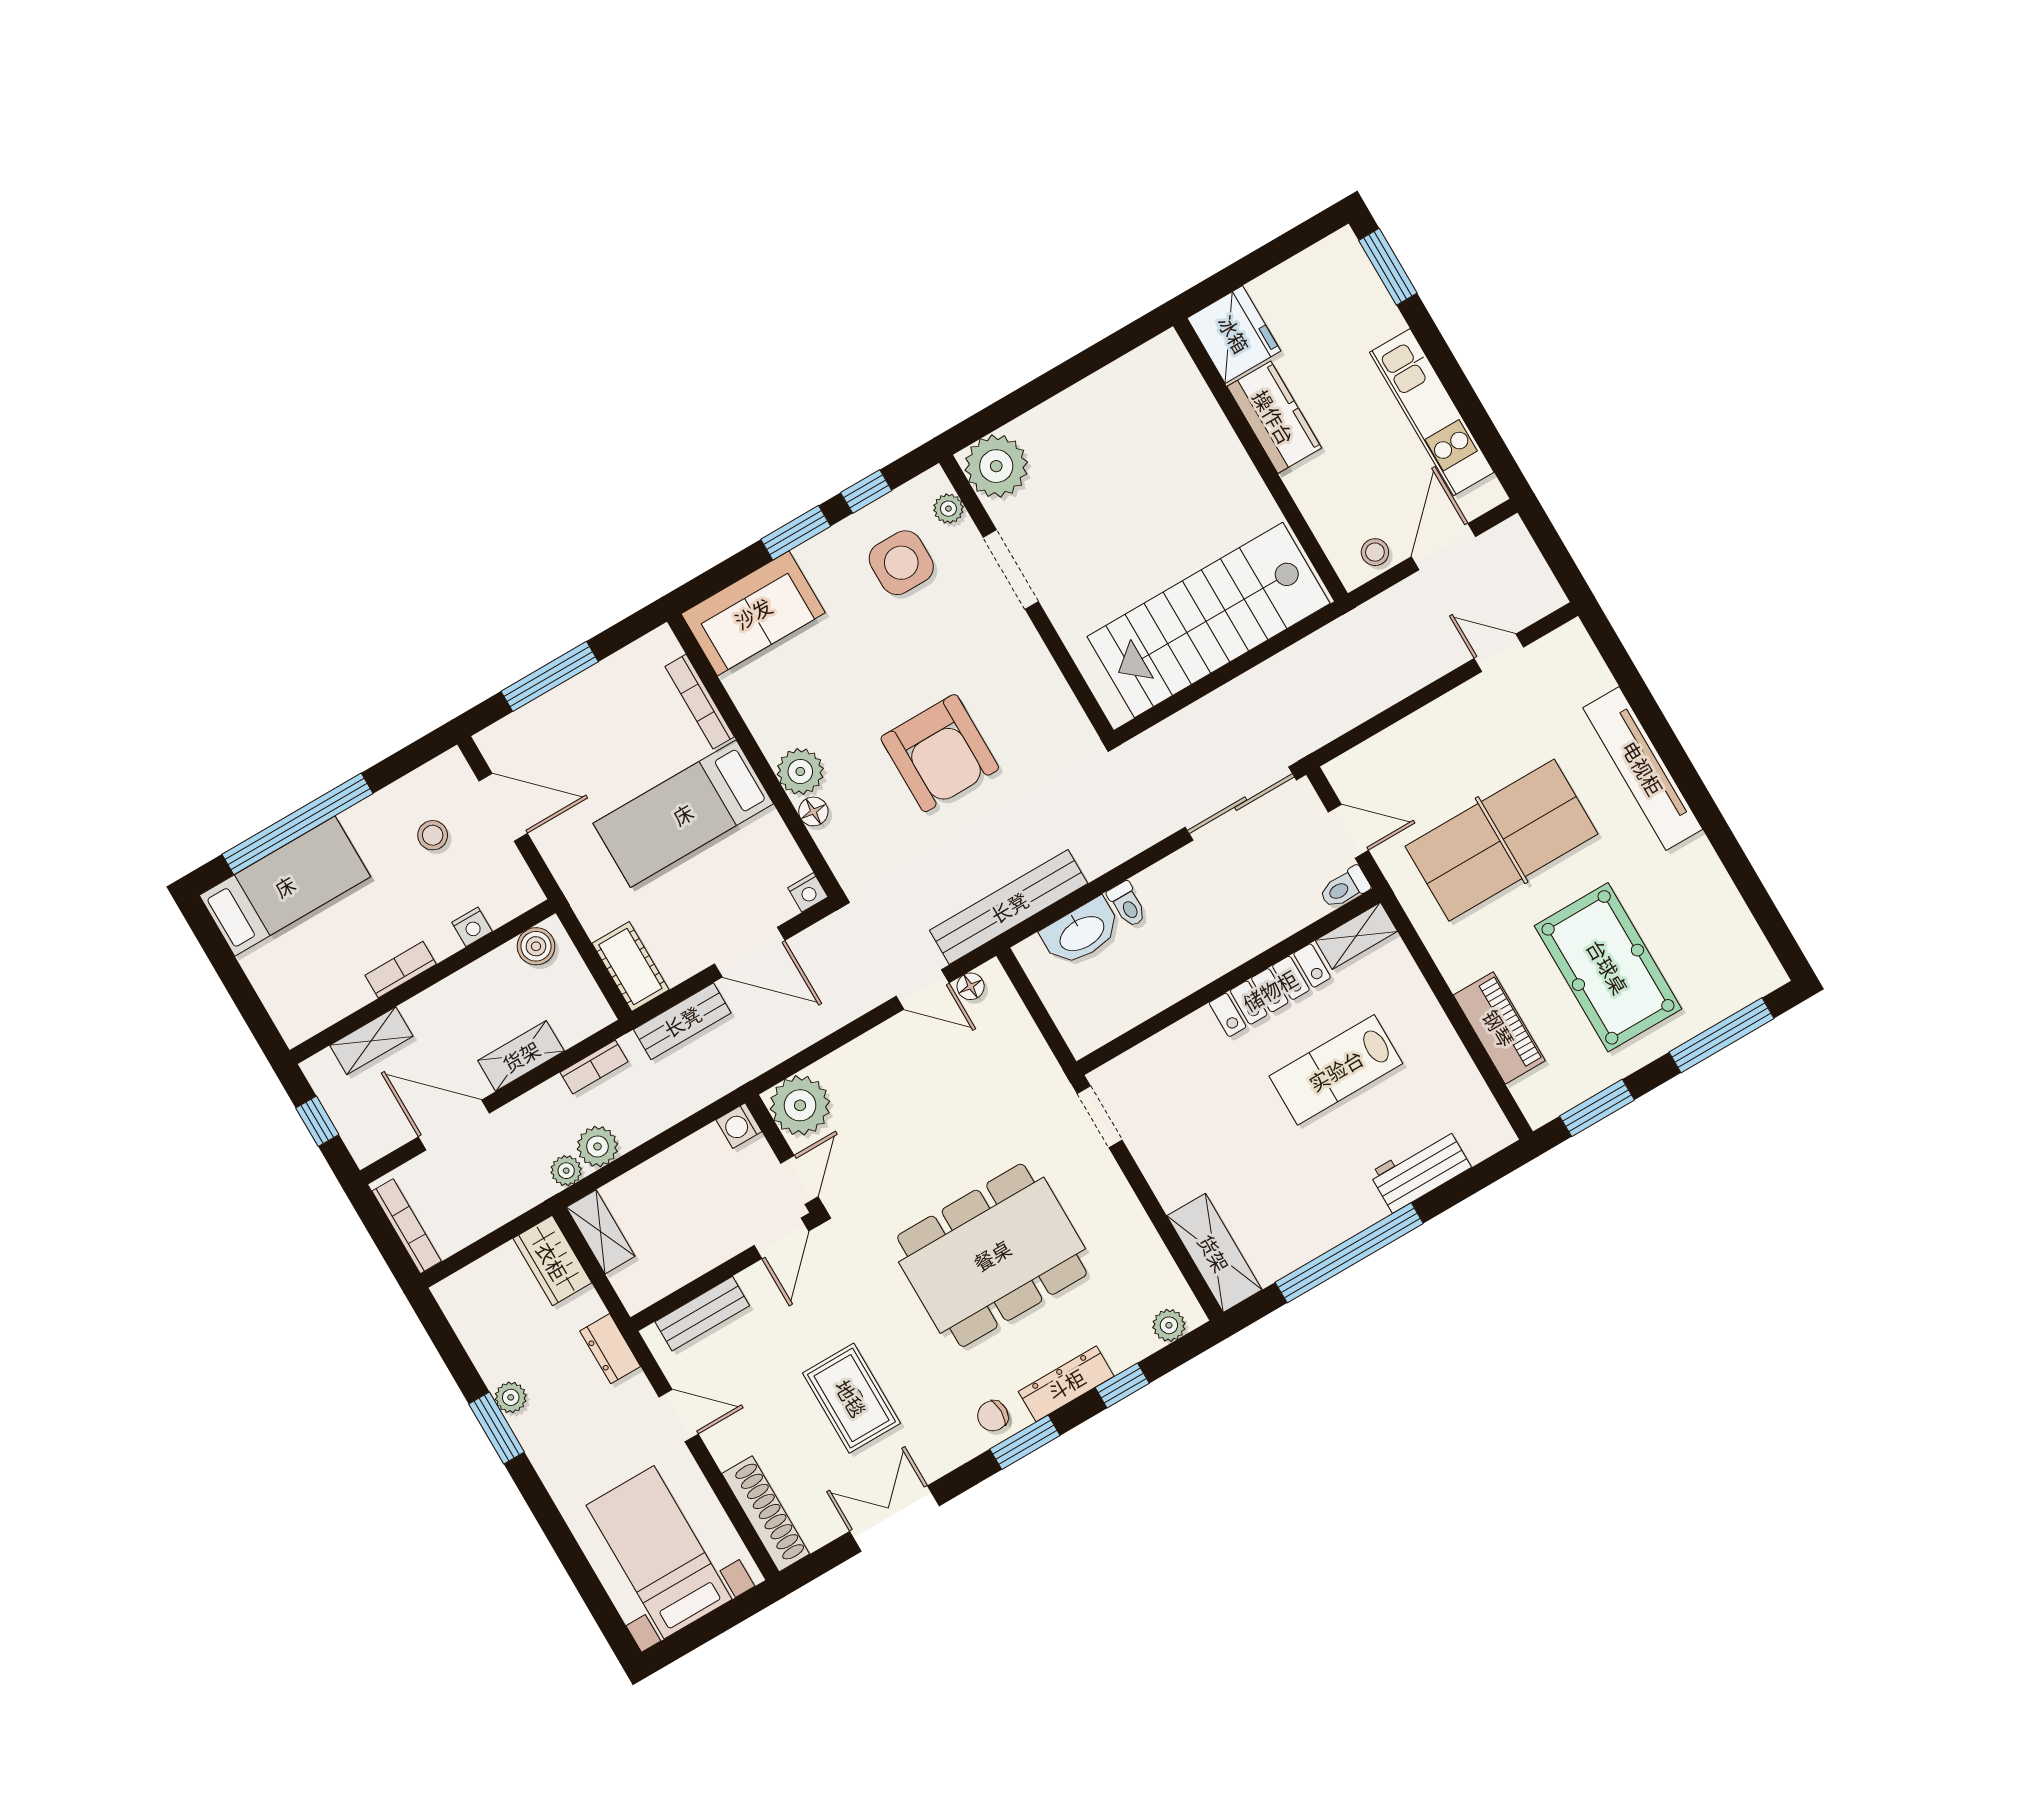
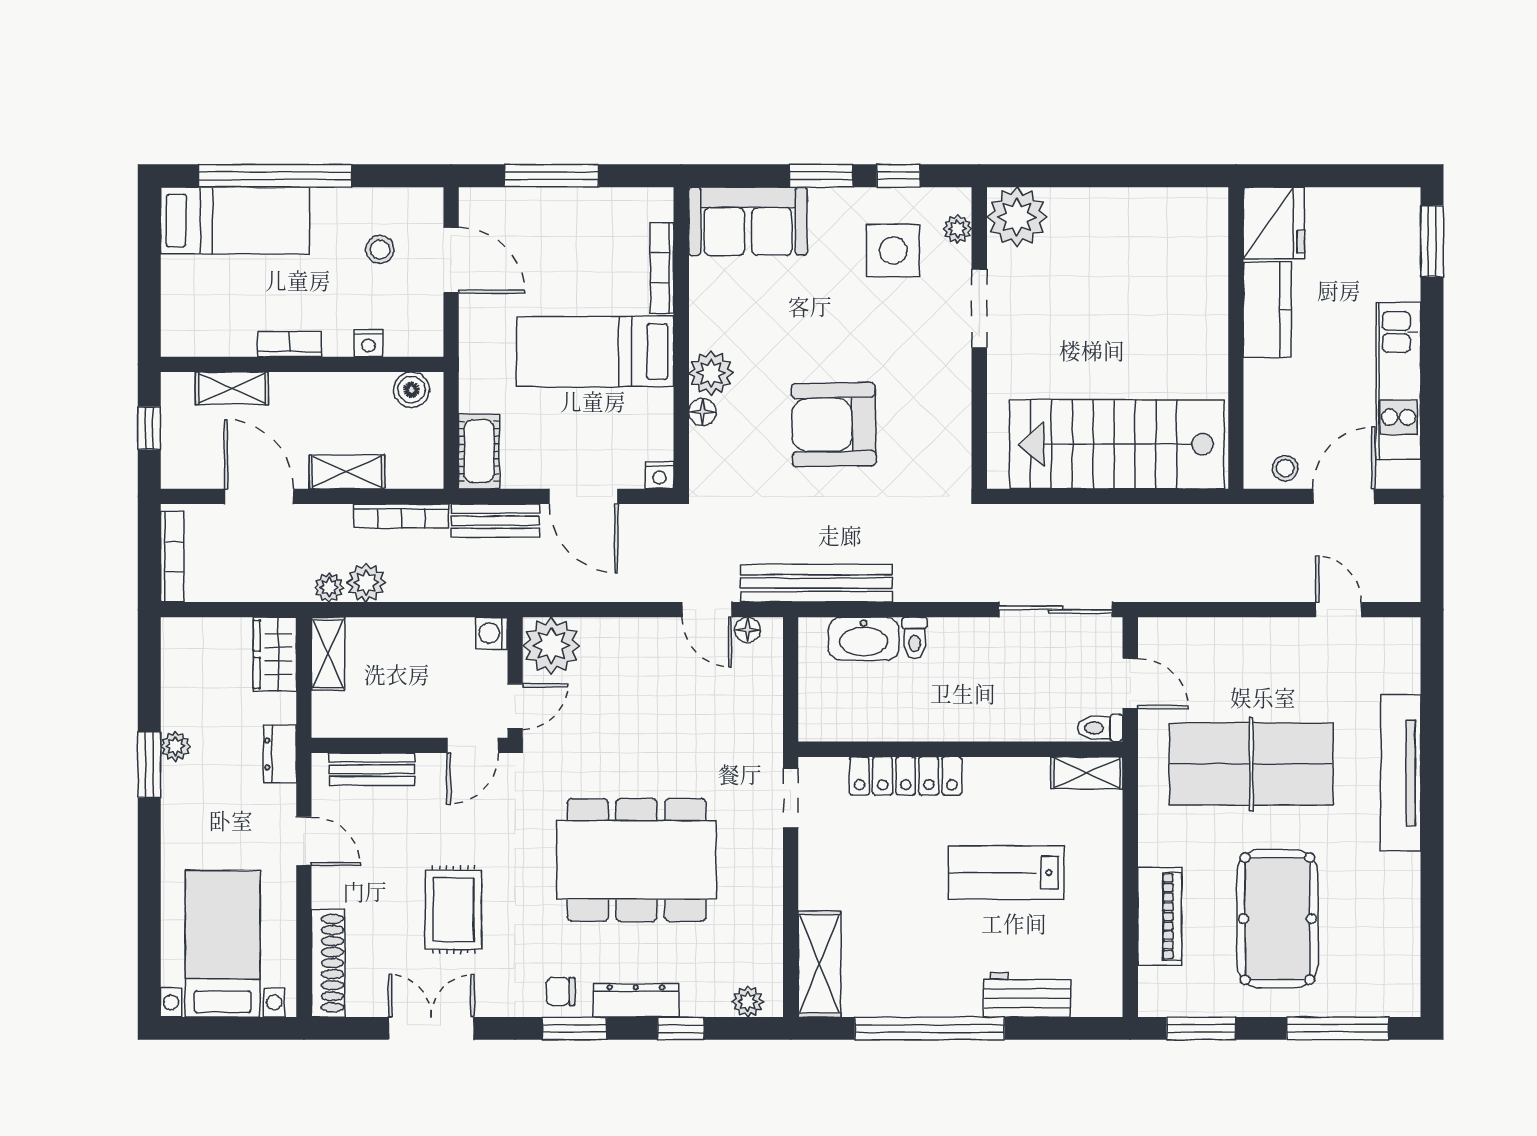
armchair: (940, 753) -> (834, 425), turned 89
locker: (1270, 990) -> (906, 776), moved
bookcase: (594, 1067) -> (401, 516), width x1.56

